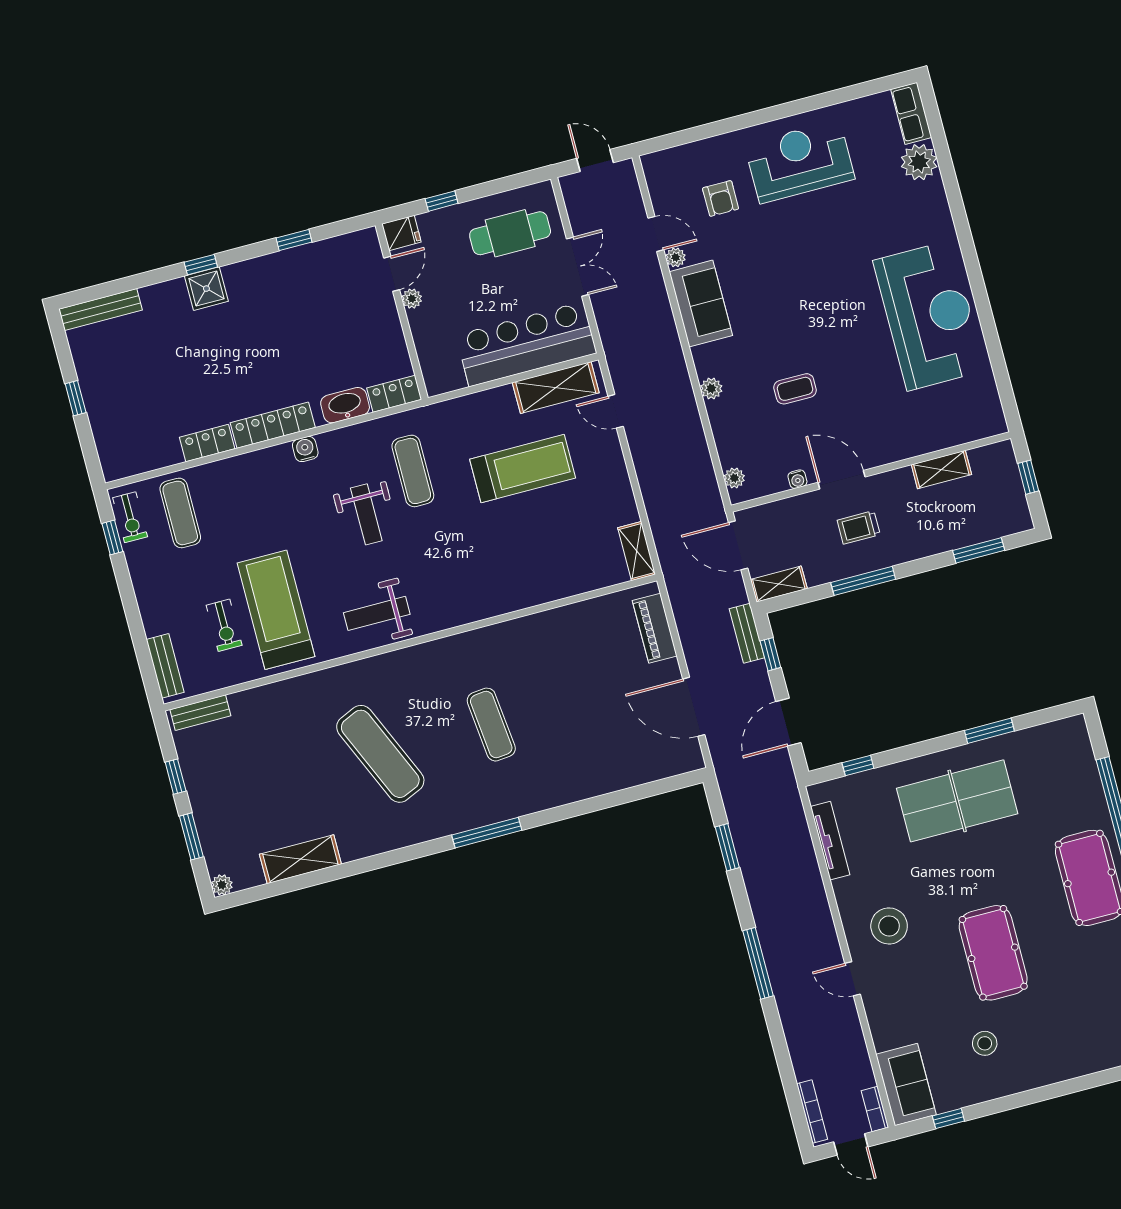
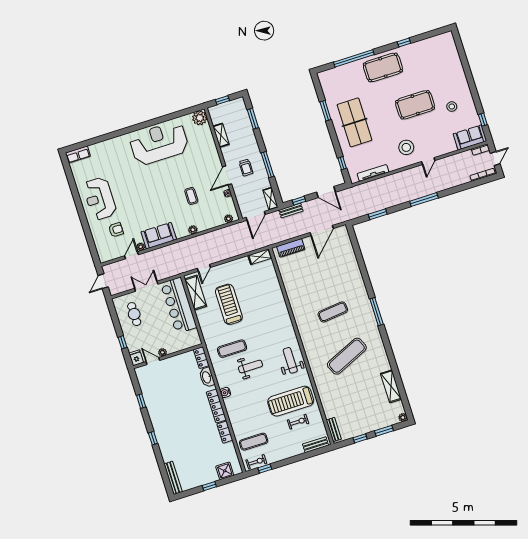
plant: (919, 162) -> (200, 118), moved
cafe table: (510, 233) -> (134, 314), width x0.73, depth x0.74
shower: (206, 289) -> (225, 471), moved
weight bench: (377, 613) -> (290, 360), turned 180

